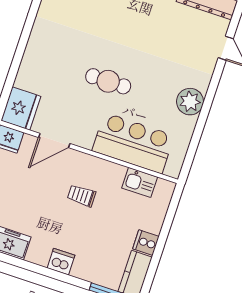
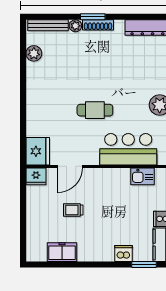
trolley: (82, 196) -> (73, 210), moved
dishwasher: (61, 262) -> (124, 253), moved

